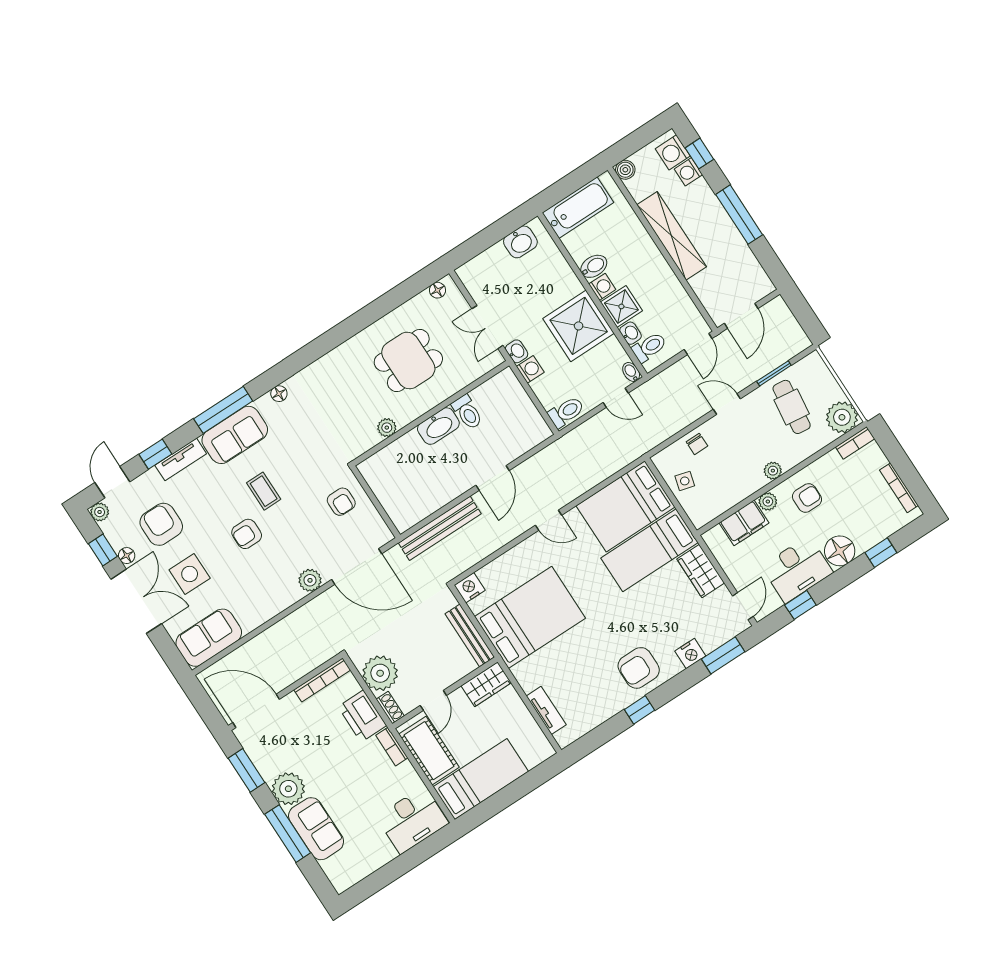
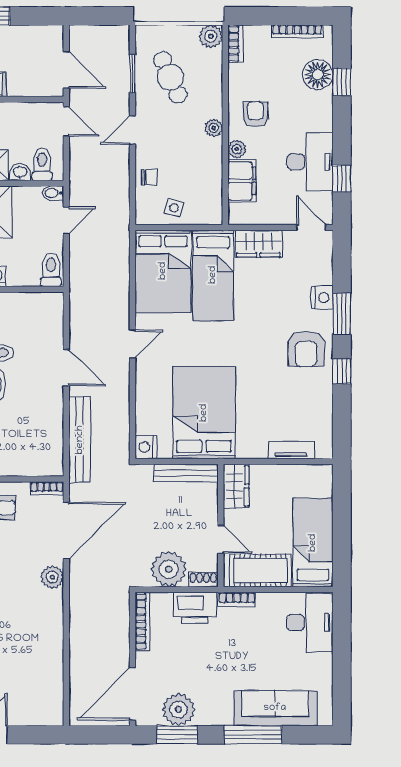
cafe table: (792, 407) -> (170, 77), turned 59
plant: (842, 417) -> (211, 36), width x0.73, depth x0.73
bookcase: (381, 528) -> (47, 488), added
floor lamp: (840, 551) -> (318, 75), moved
sofa: (209, 638) -> (45, 694), removed
window: (723, 655) -> (342, 314), moved
plant: (288, 789) -> (179, 710), moved
sofa: (316, 829) -> (275, 708), width x1.36

